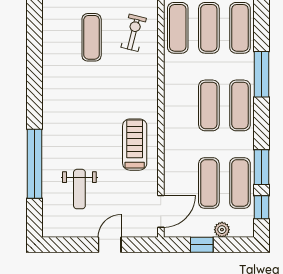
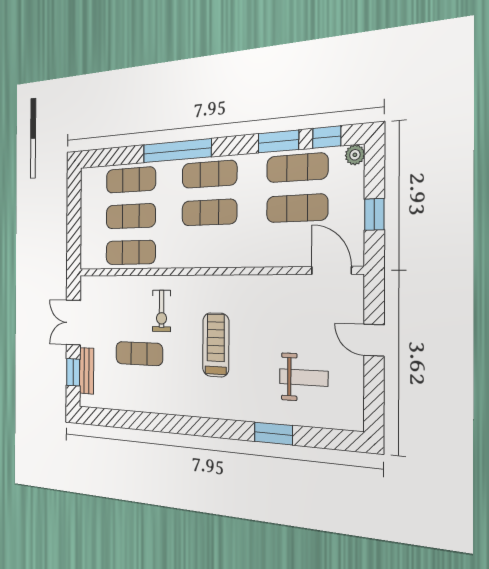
exercise bike: (134, 33) -> (162, 311), moved, turned -104
window: (261, 74) -> (177, 151), width x1.46
treadmill: (135, 145) -> (216, 345), moved, turned 90
window: (35, 164) -> (273, 433), width x0.47
plant: (222, 230) -> (355, 155), moved

